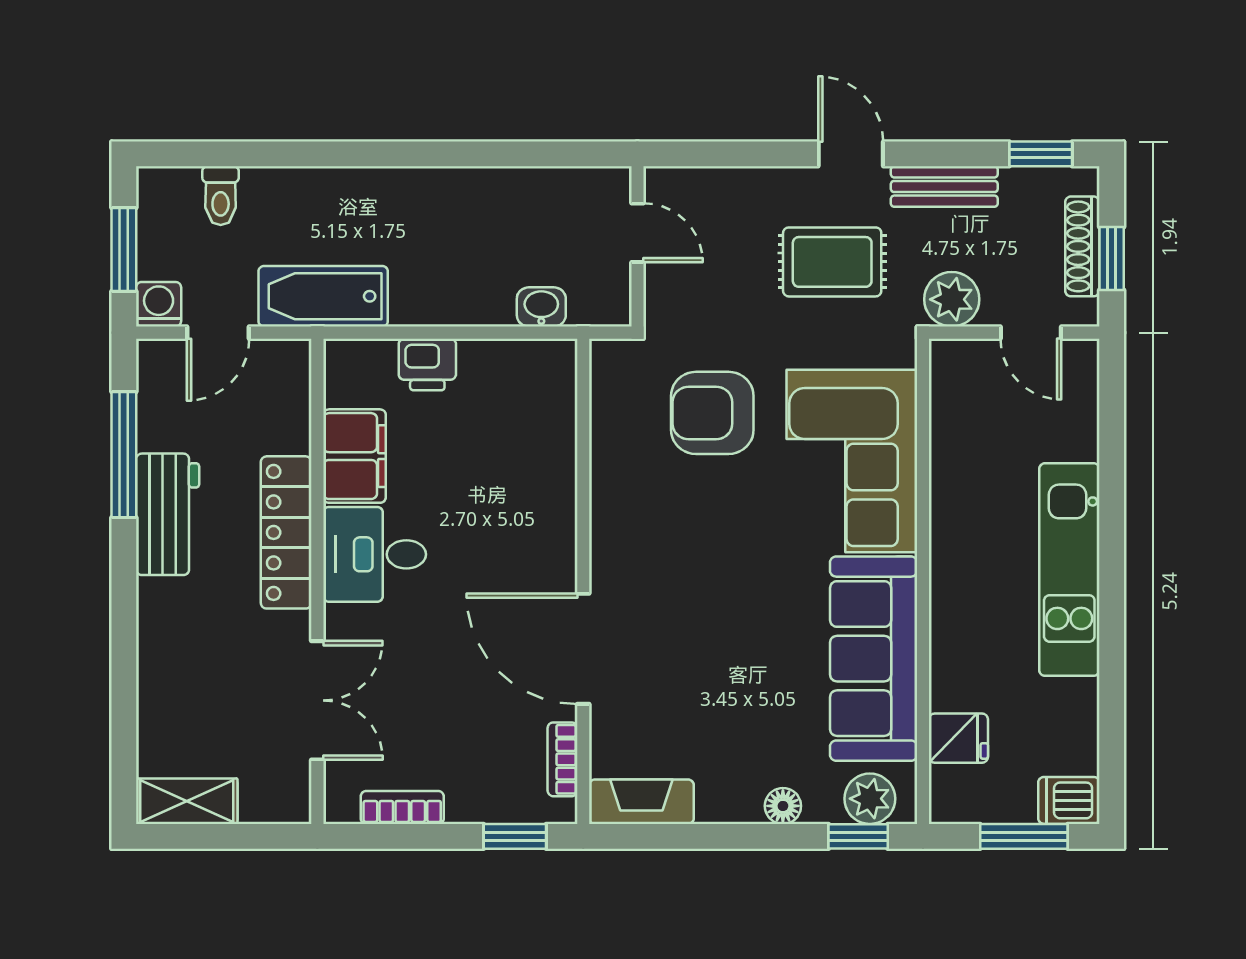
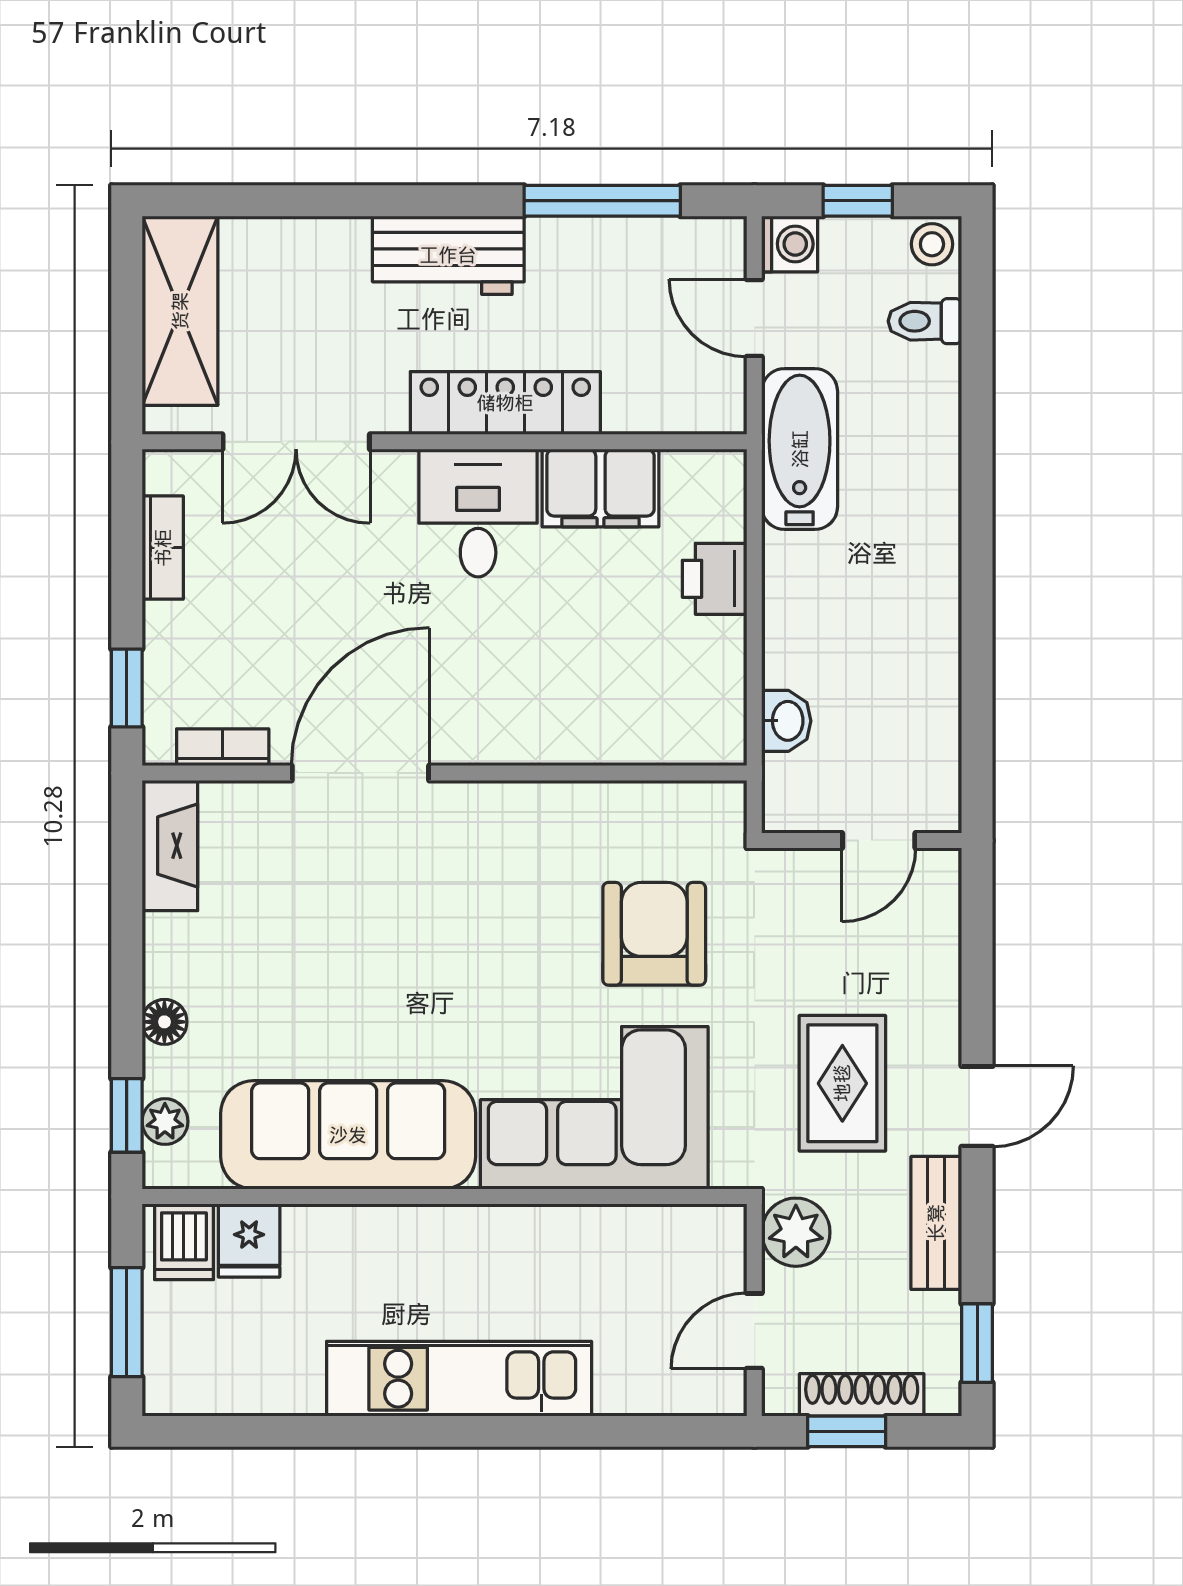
stool: (159, 190) -> (932, 244), added
window: (124, 249) -> (858, 201), width x0.67
workbench: (168, 514) -> (448, 255), moved
plant: (870, 799) -> (165, 1122), width x0.73, depth x0.73
dishwasher: (1069, 800) -> (184, 1242), moved, turned 180
shelving: (187, 801) -> (180, 311), width x1.50, depth x1.33

